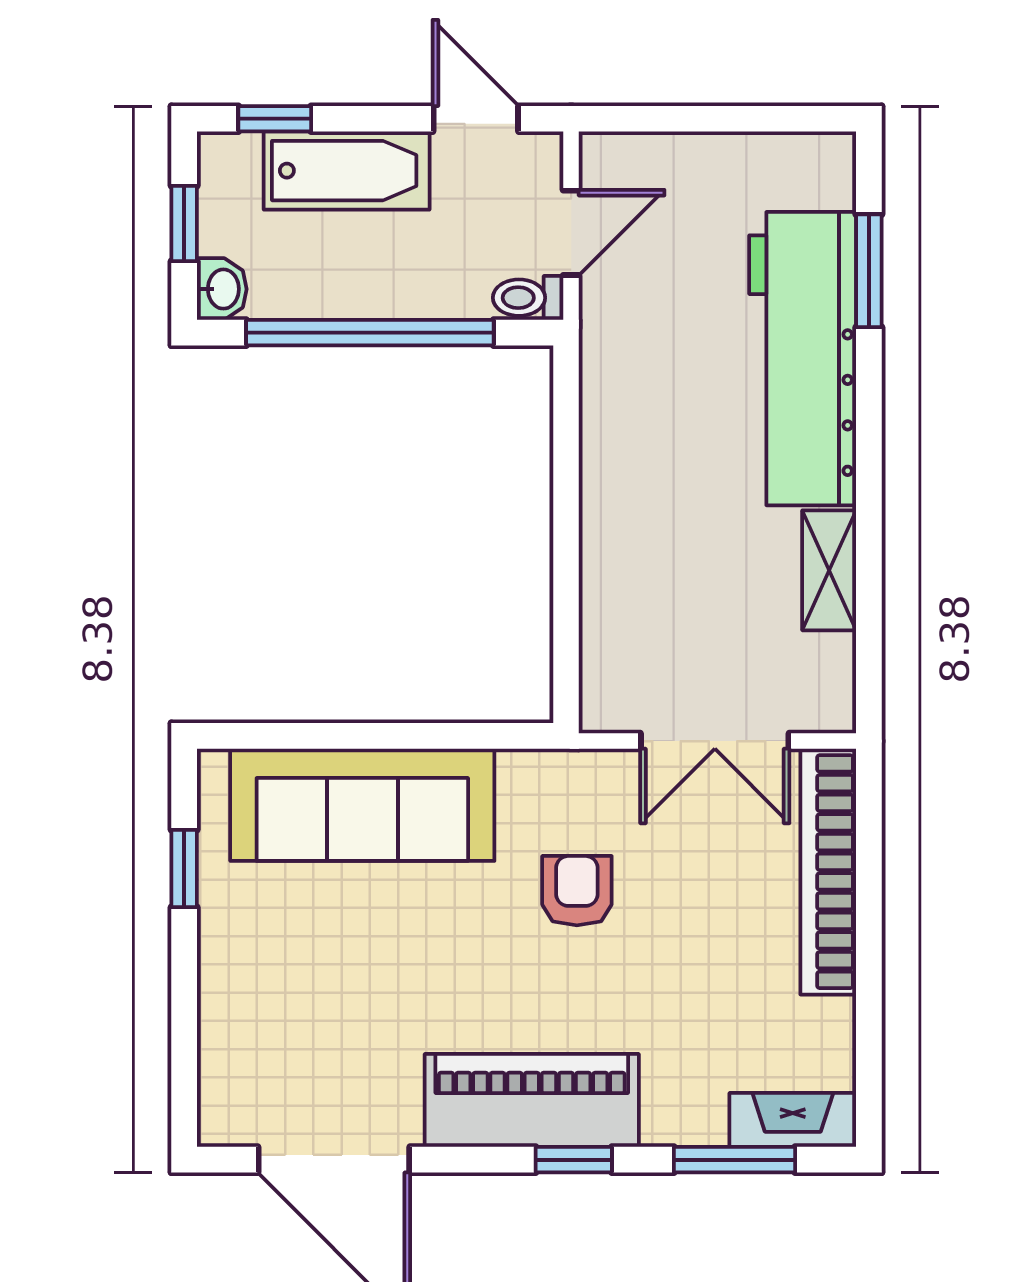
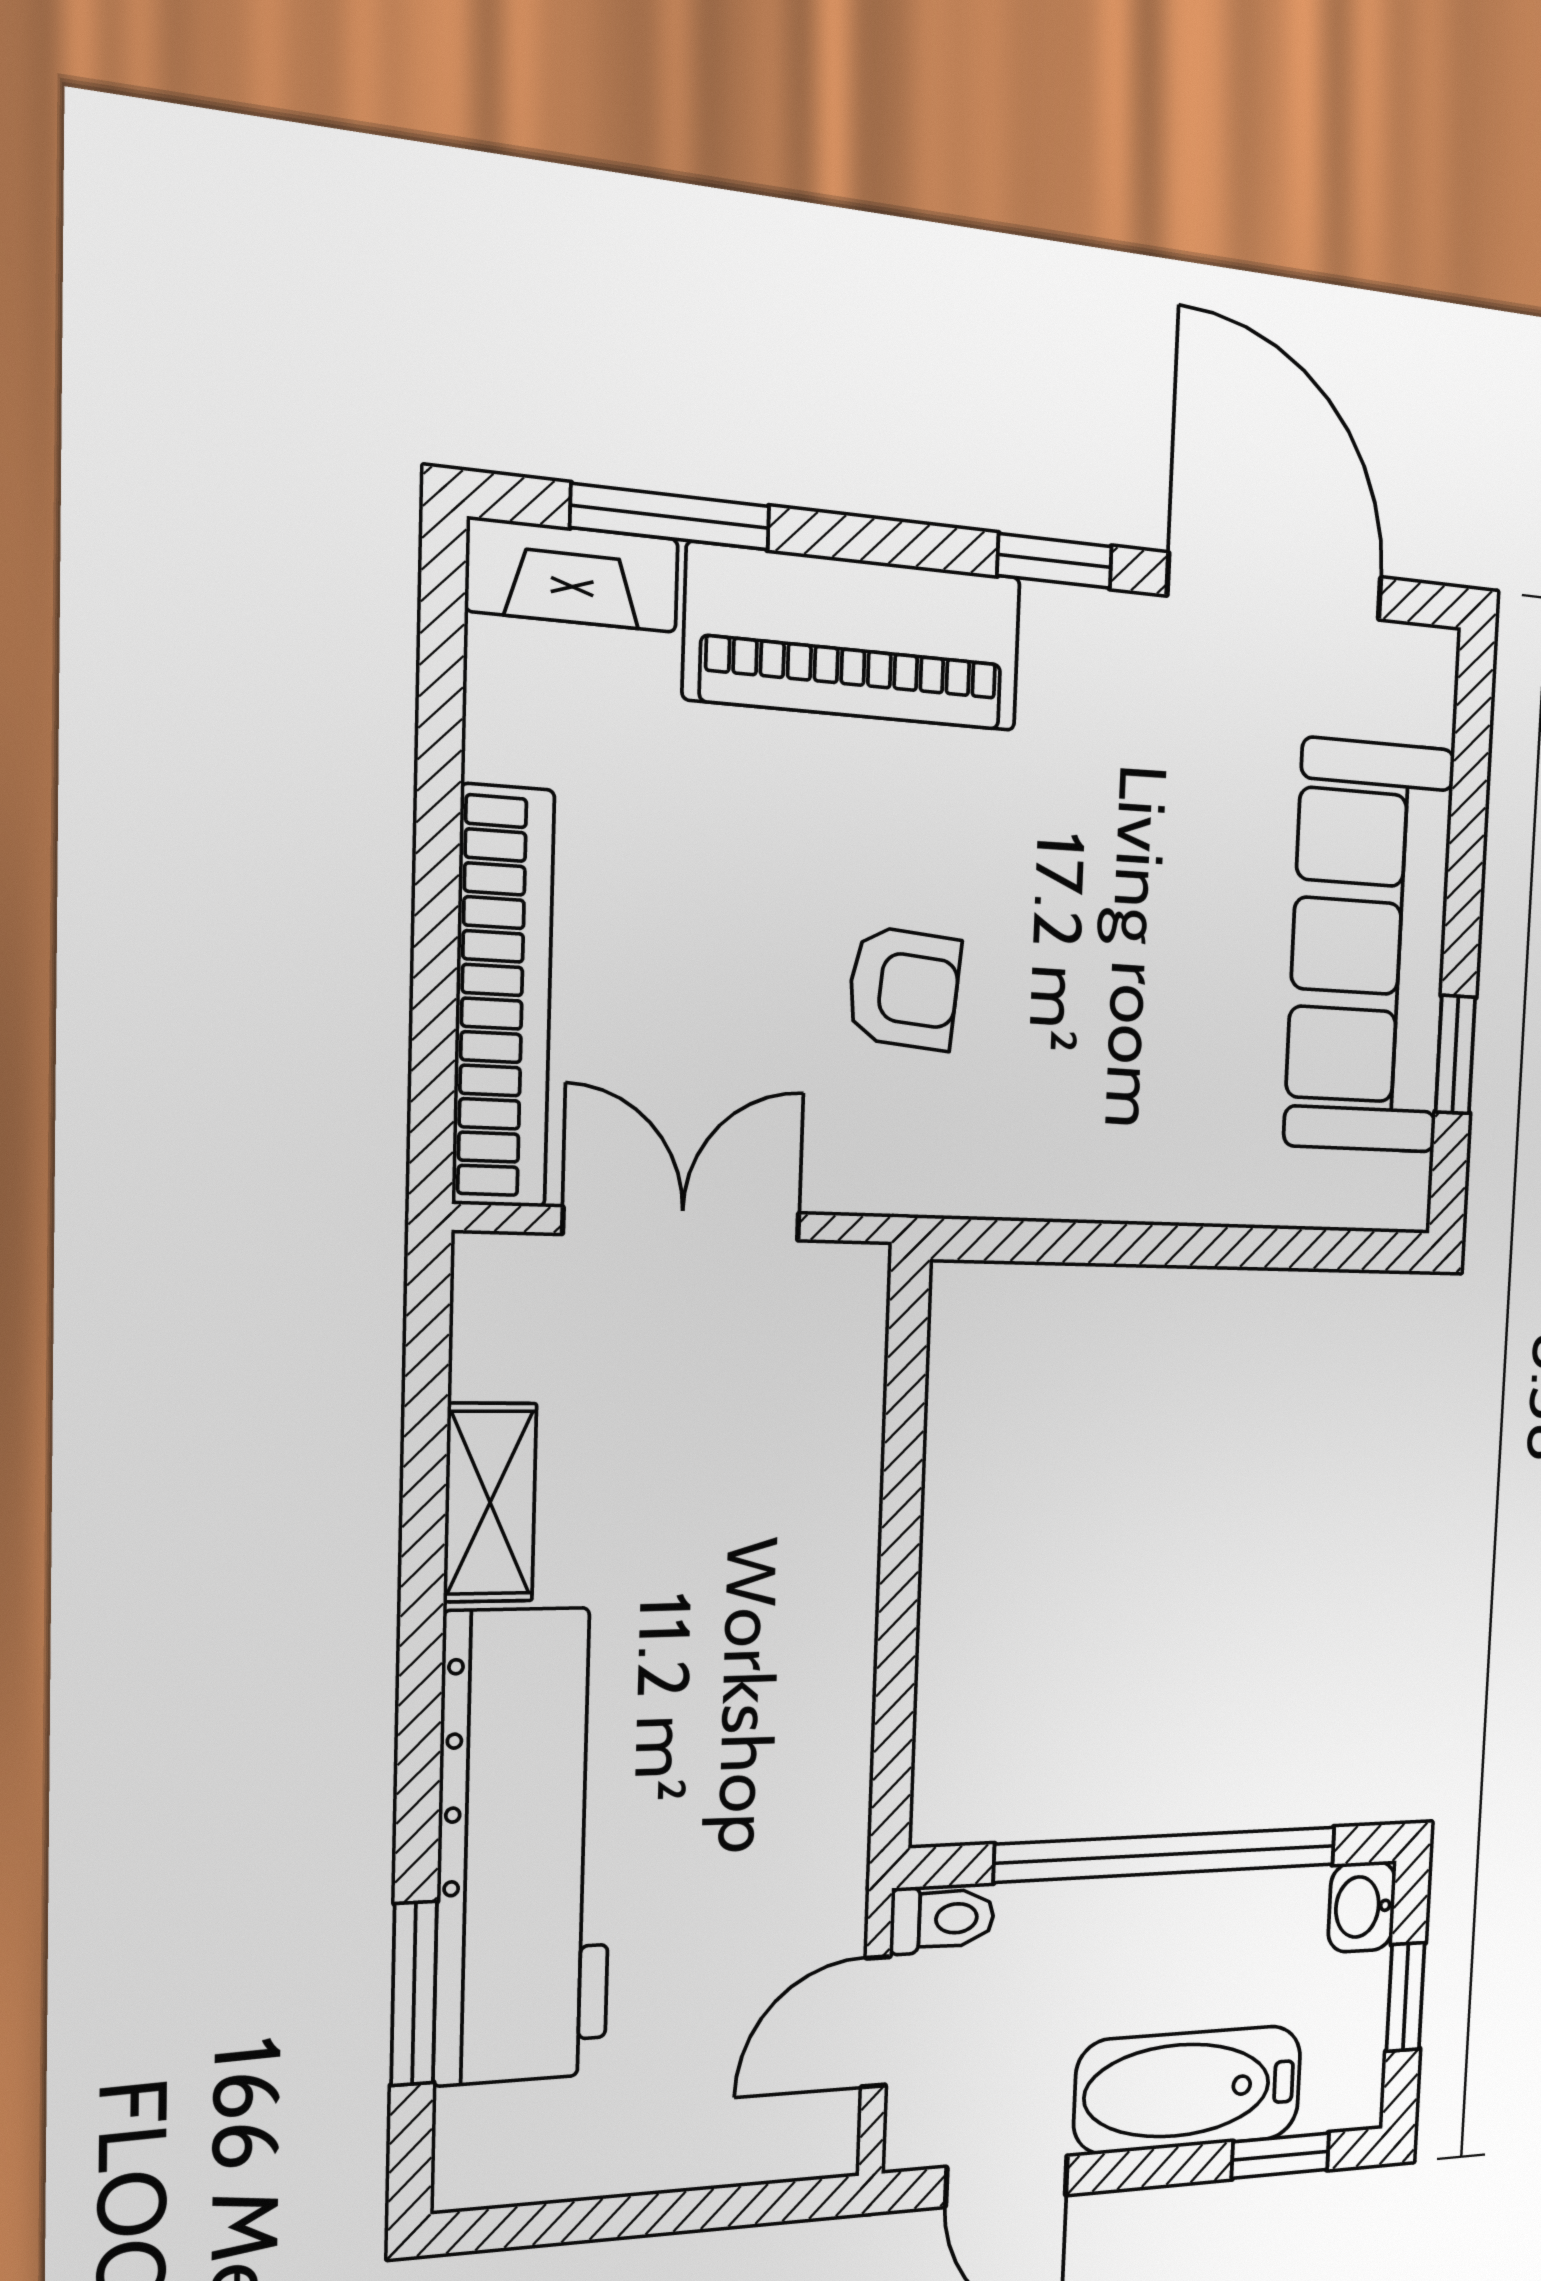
sofa: (362, 805) -> (1369, 947), moved, turned -90
armchair: (577, 891) -> (904, 988), turned -85
piano: (532, 1100) -> (854, 638), moved
window: (574, 1160) -> (1055, 561), moved

